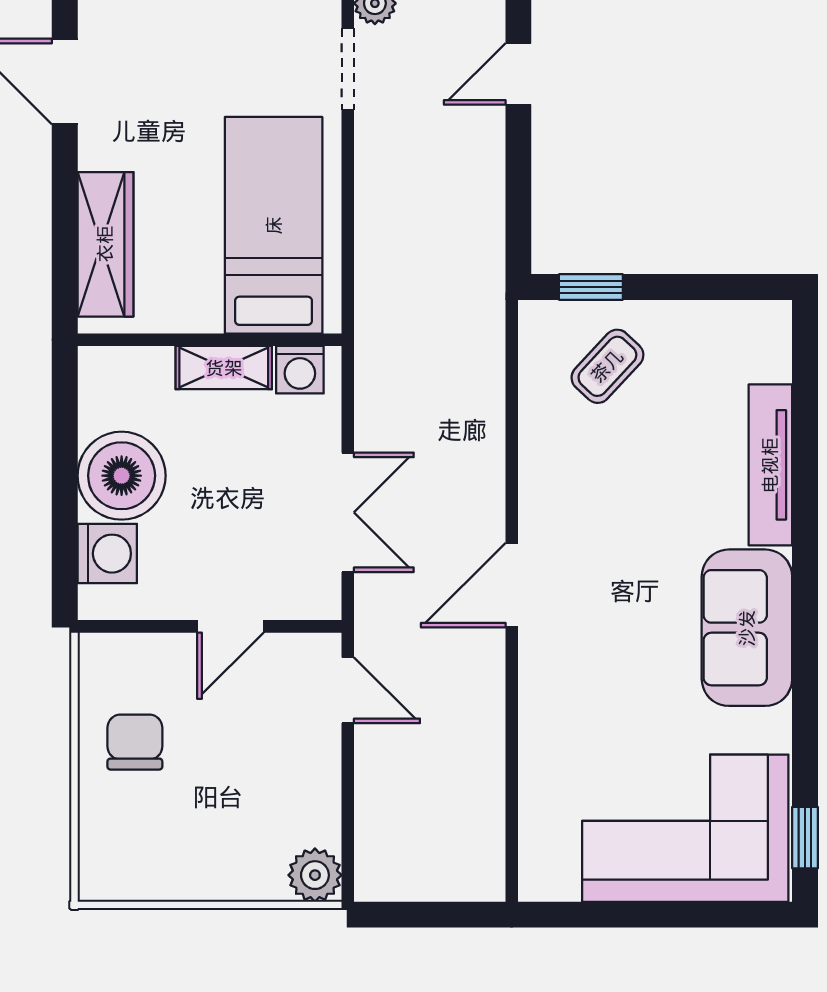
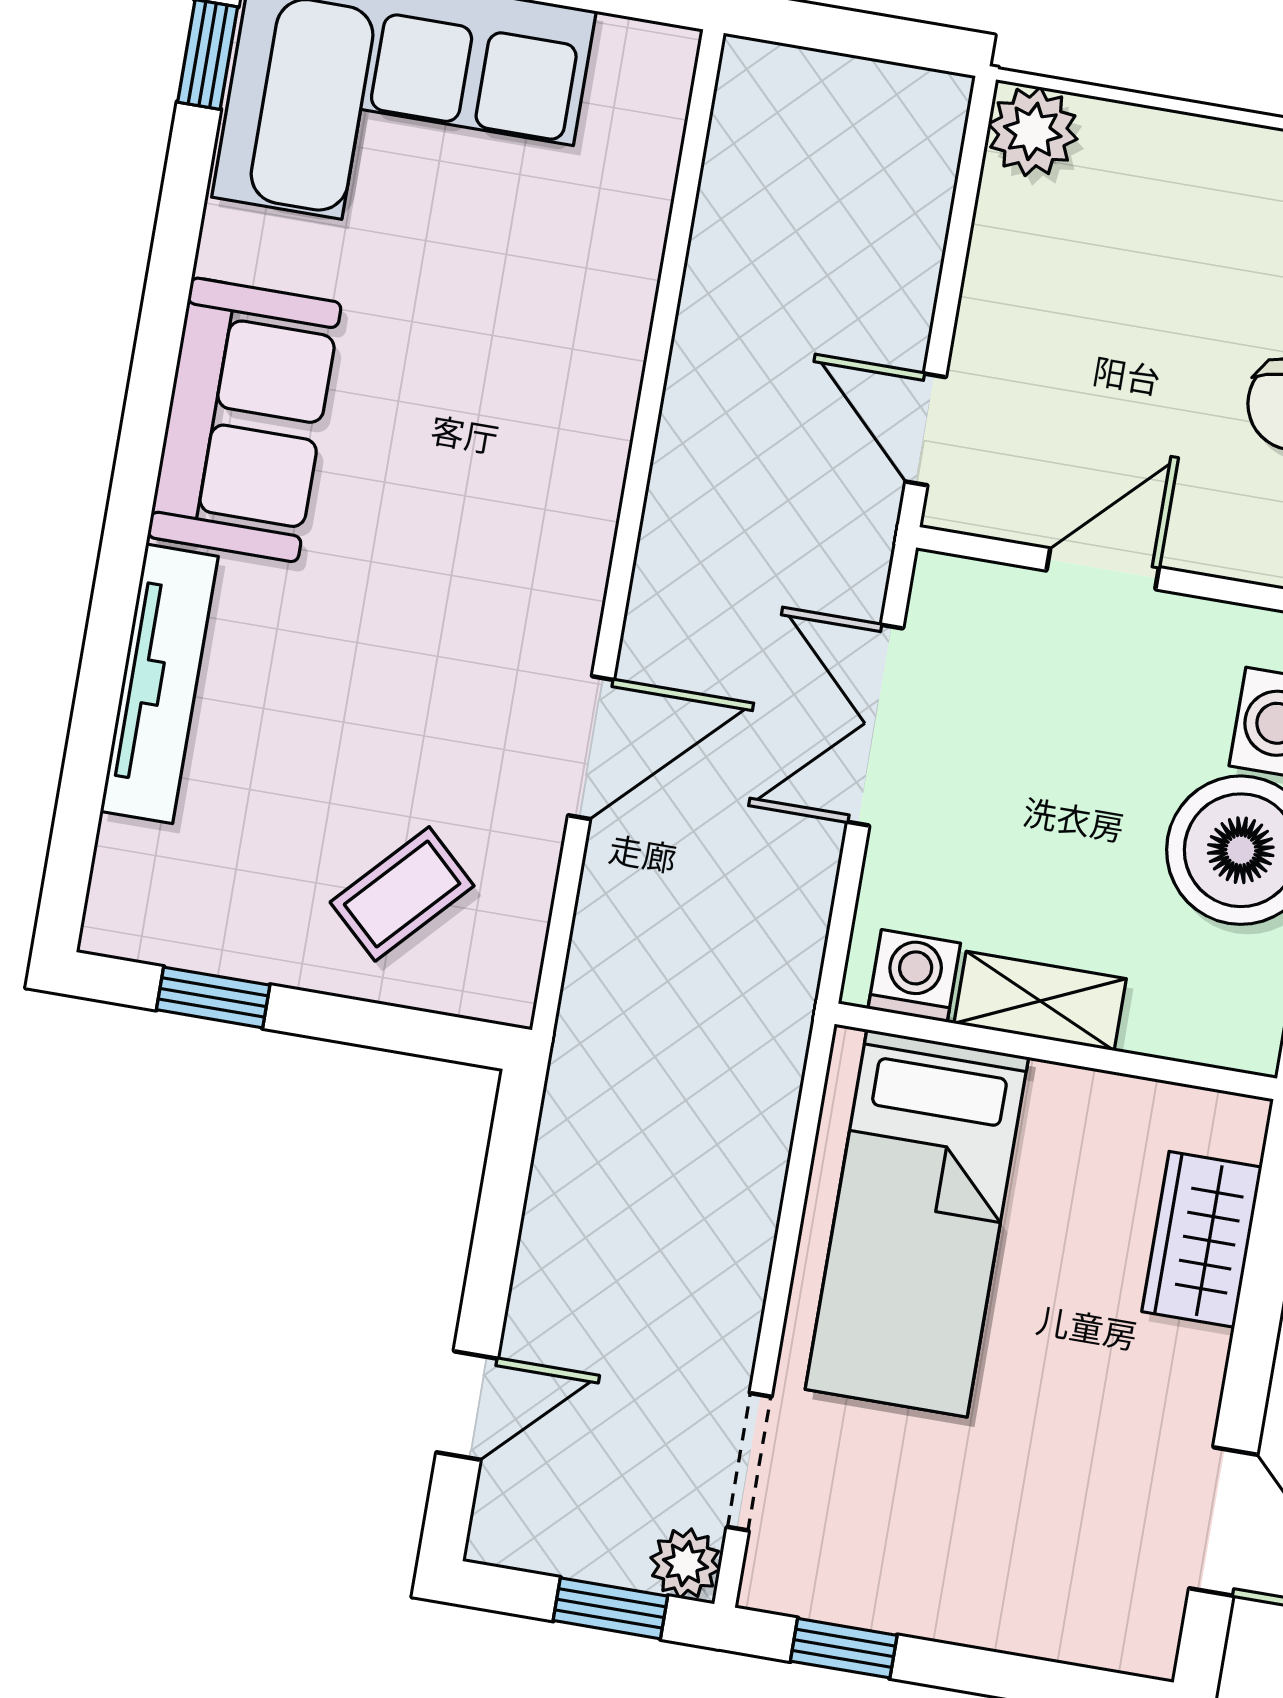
wardrobe: (105, 244) -> (1202, 1239), width x0.67
window: (591, 287) -> (213, 997), moved
door: (512, 585) -> (591, 748), moved

